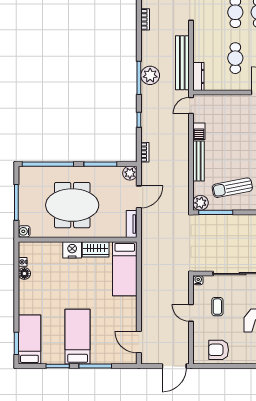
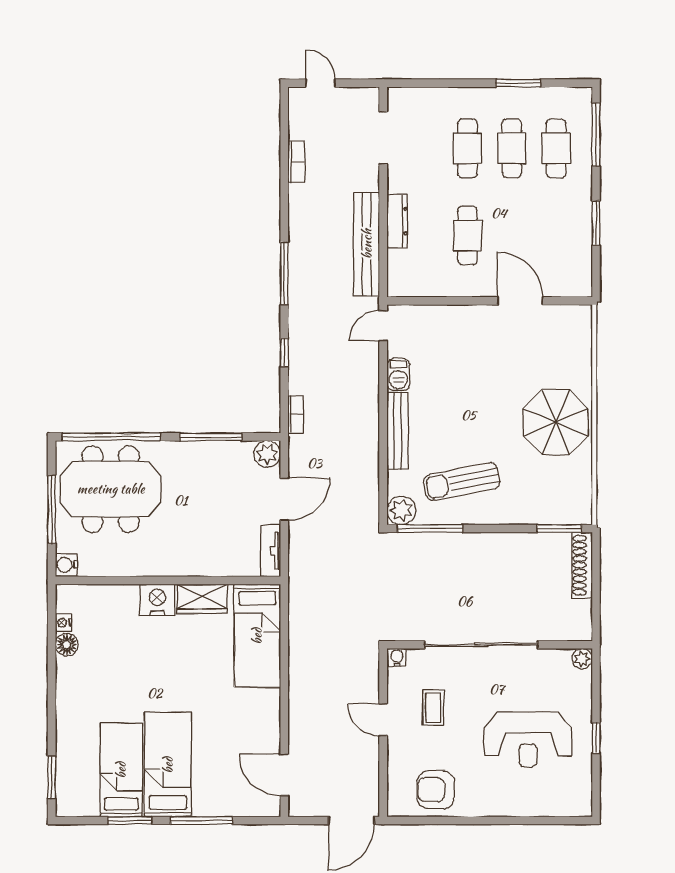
plant: (150, 75) -> (306, 268), removed
dresser: (198, 76) -> (397, 221), moved
meeting table: (72, 205) -> (111, 489), moved
bed: (29, 339) -> (121, 770), moved

